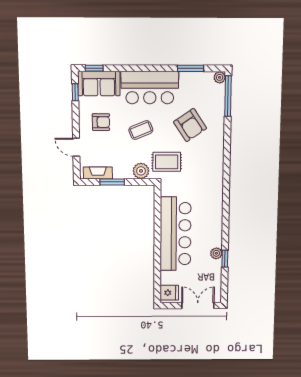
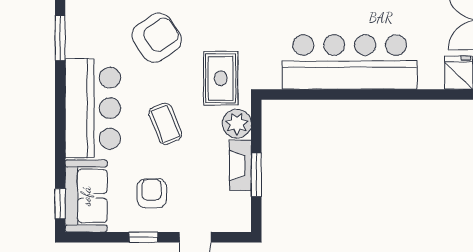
window: (75, 92) -> (144, 237), moved
fireplace: (98, 173) -> (240, 165), moved

